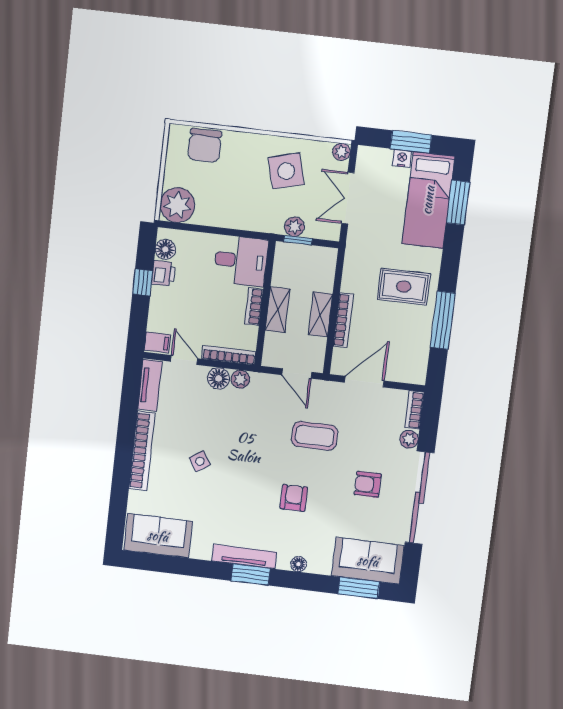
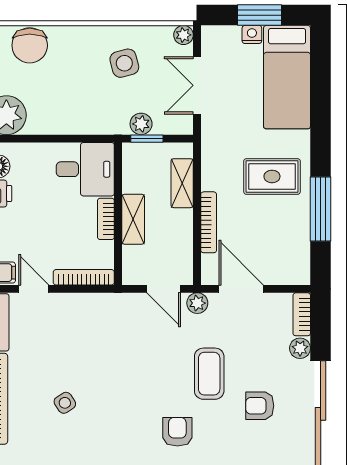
side table: (286, 171) -> (124, 63), width x0.73, depth x0.73
window: (458, 203) -> (321, 76), removed
shelving: (320, 314) -> (182, 183), moved
floor lamp: (219, 378) -> (75, 305), removed
plant: (240, 379) -> (197, 303), moved
door: (364, 382) -> (241, 289), hinge flipped
coffee table: (315, 436) -> (209, 374), moved, turned 90

